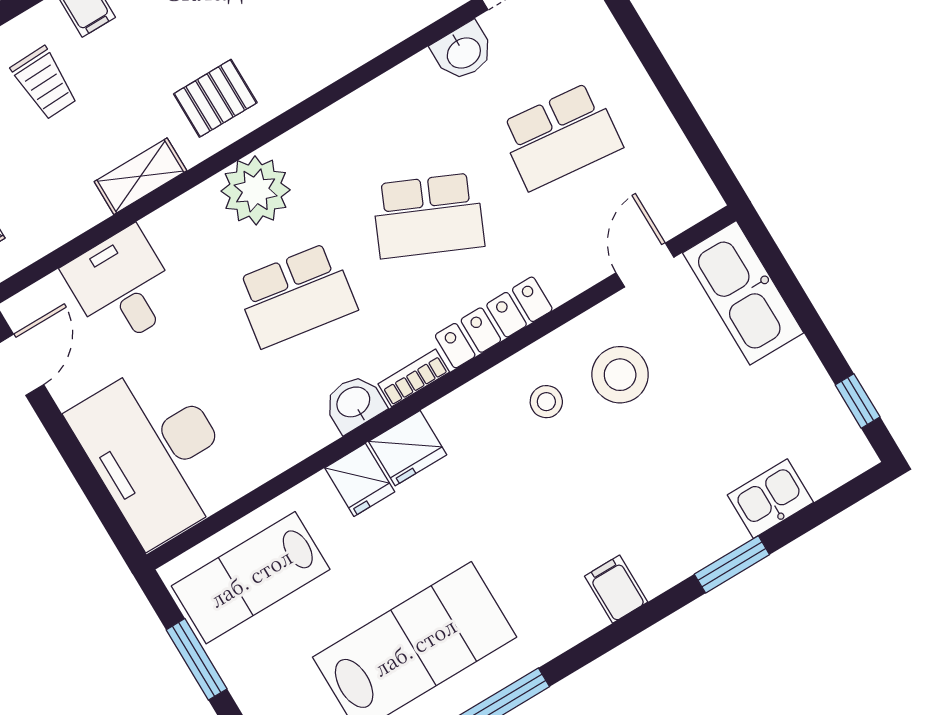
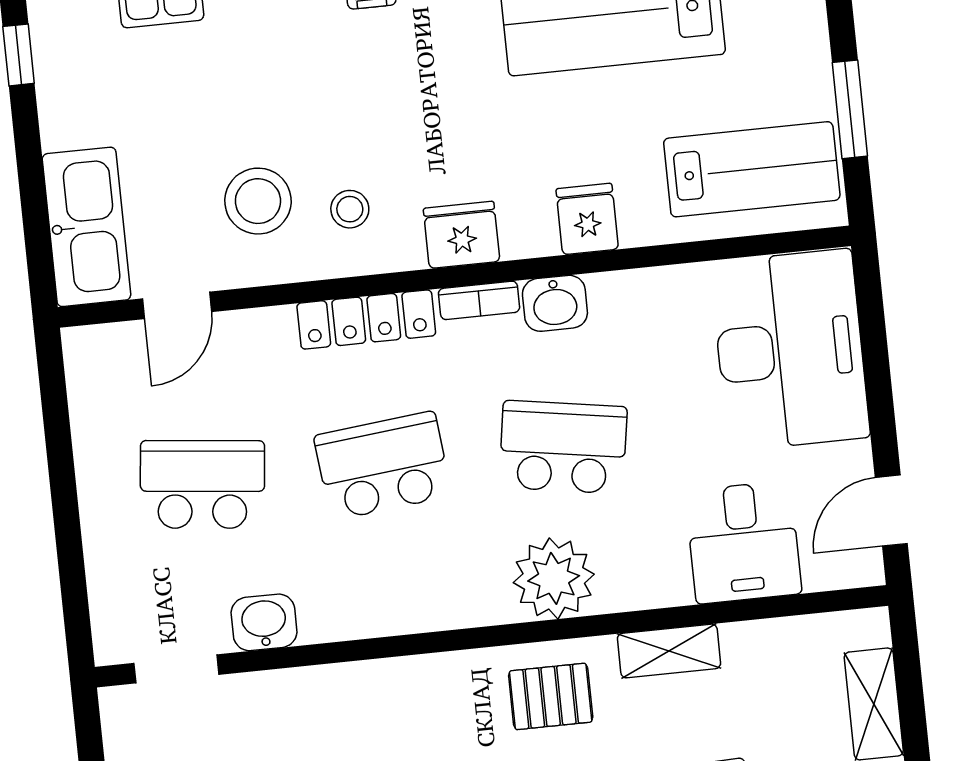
school desk: (428, 216) -> (383, 466), turned -30
fridge: (408, 448) -> (462, 235), moved

